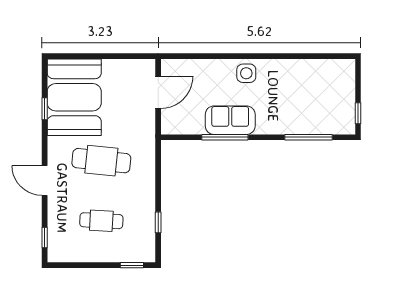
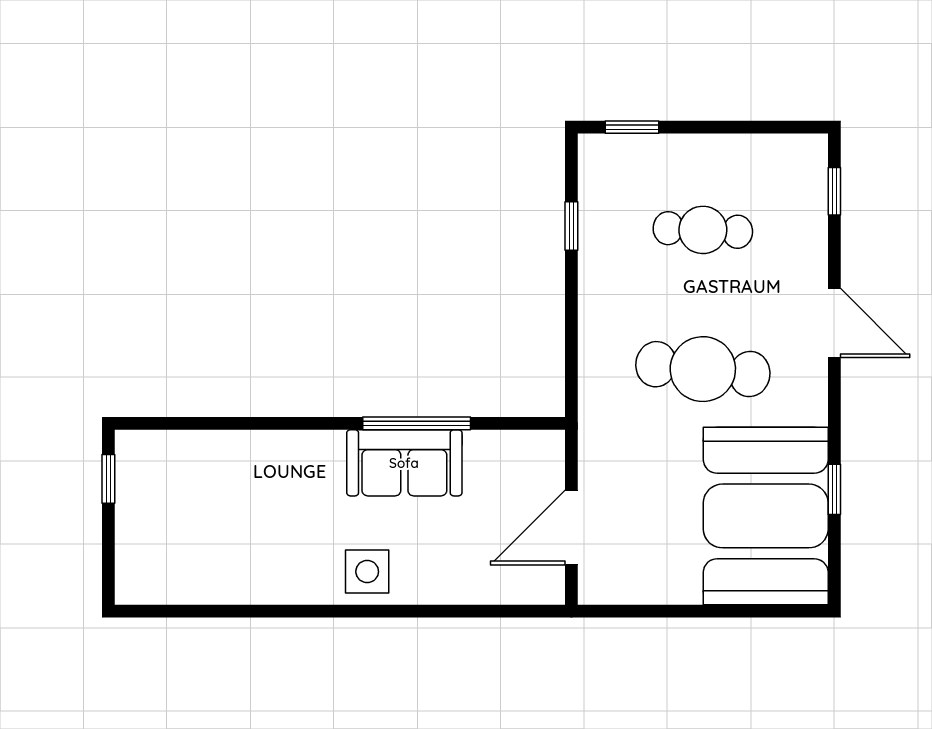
window: (309, 137) -> (223, 423), removed

